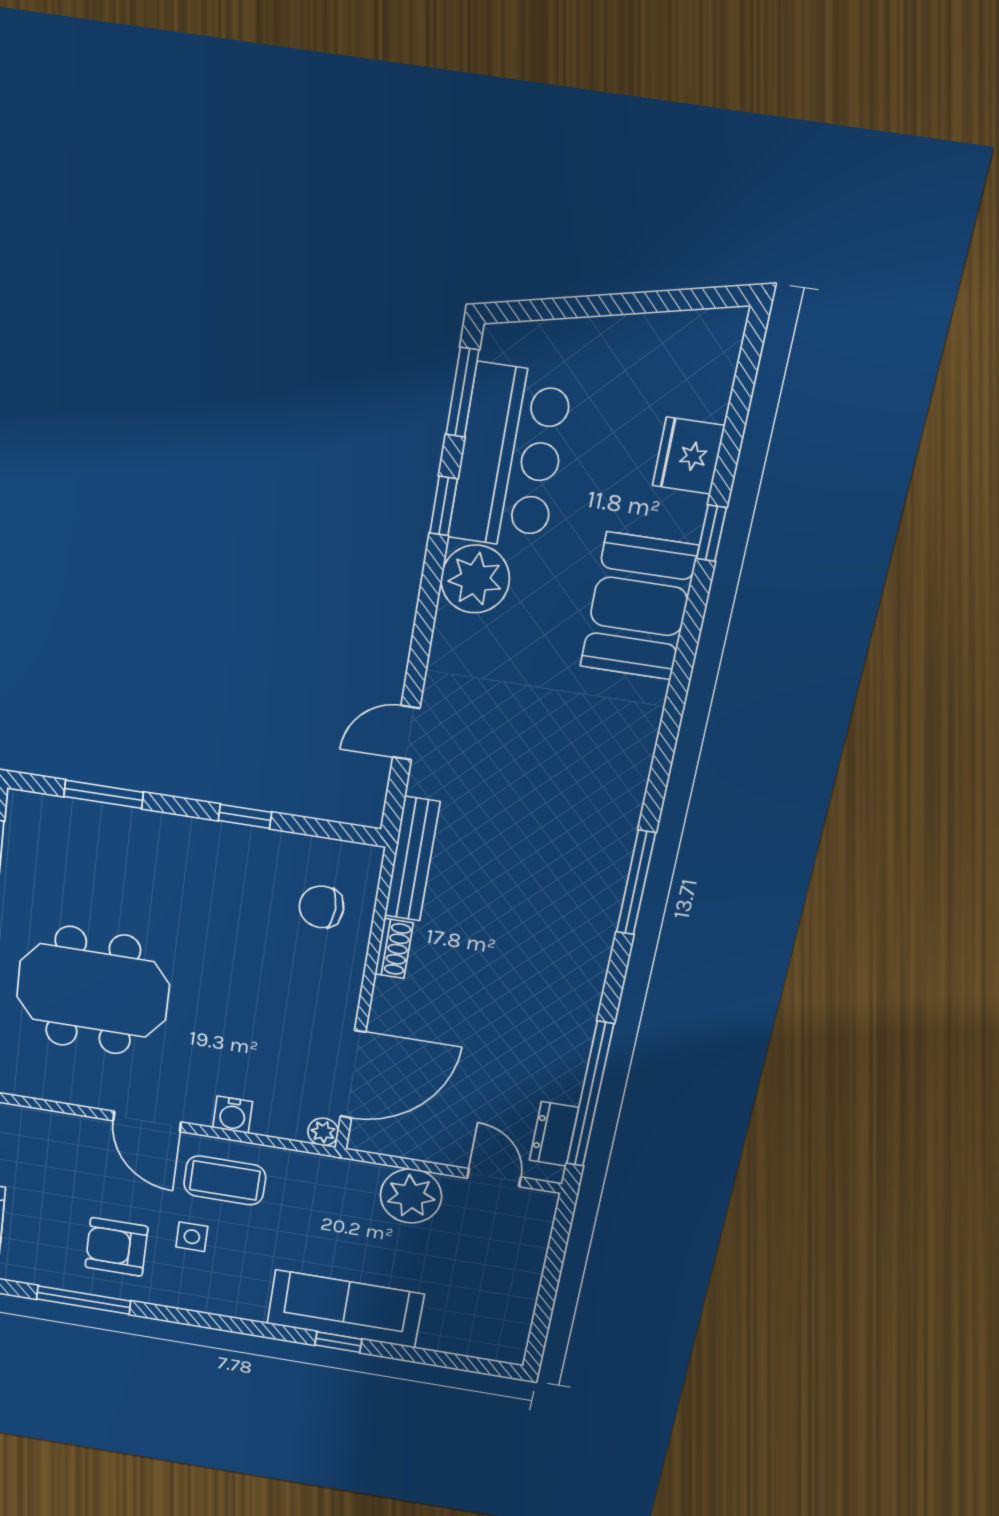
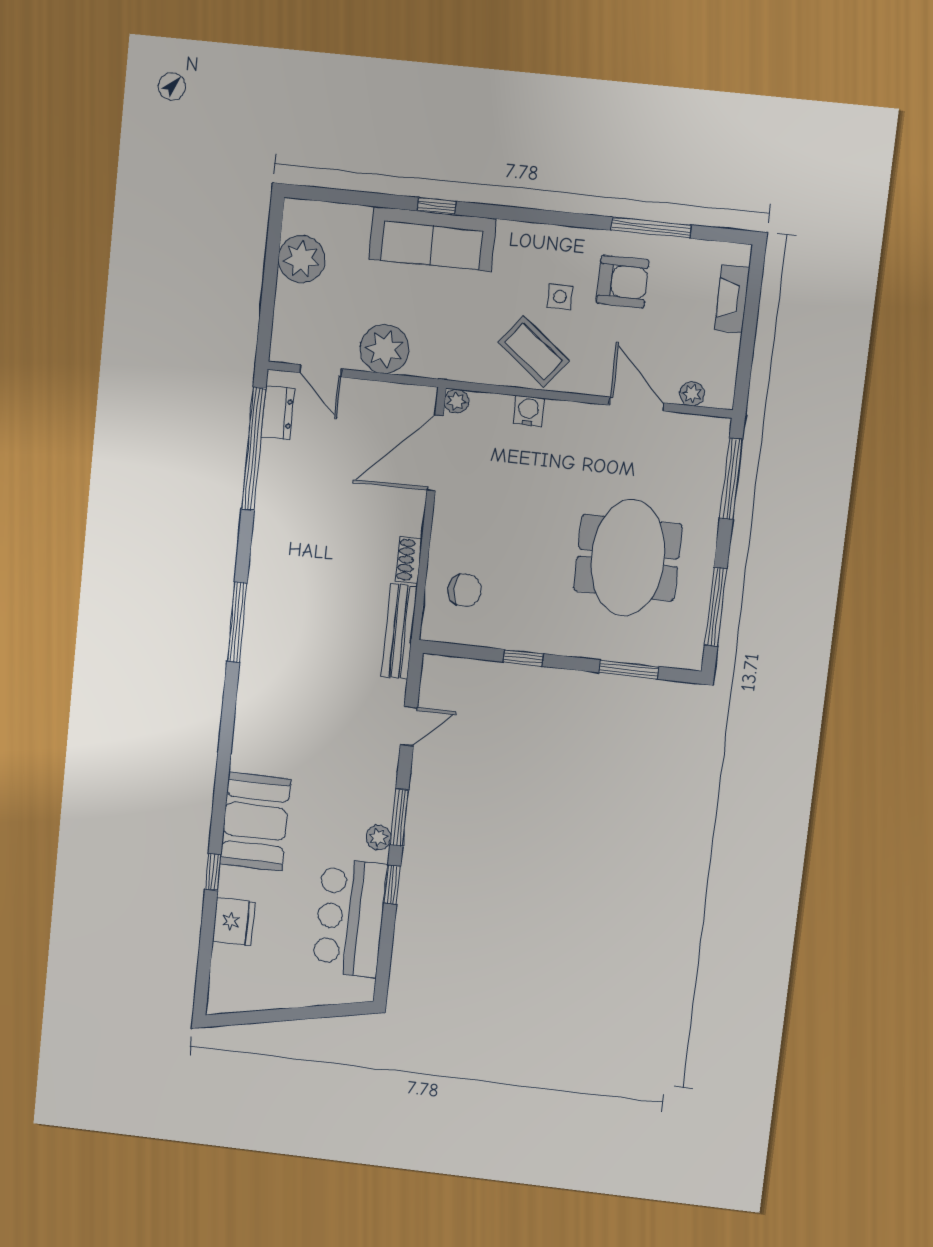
window: (462, 392) -> (399, 818), moved
plant: (475, 579) -> (378, 838), width x0.53, depth x0.53
meeting table: (93, 991) -> (628, 558), moved, turned 90
plant: (30, 1120) -> (692, 394), added
door: (147, 1121) -> (637, 404), moved
coffee table: (225, 1180) -> (534, 351), turned 38
plant: (508, 1300) -> (301, 259), added

